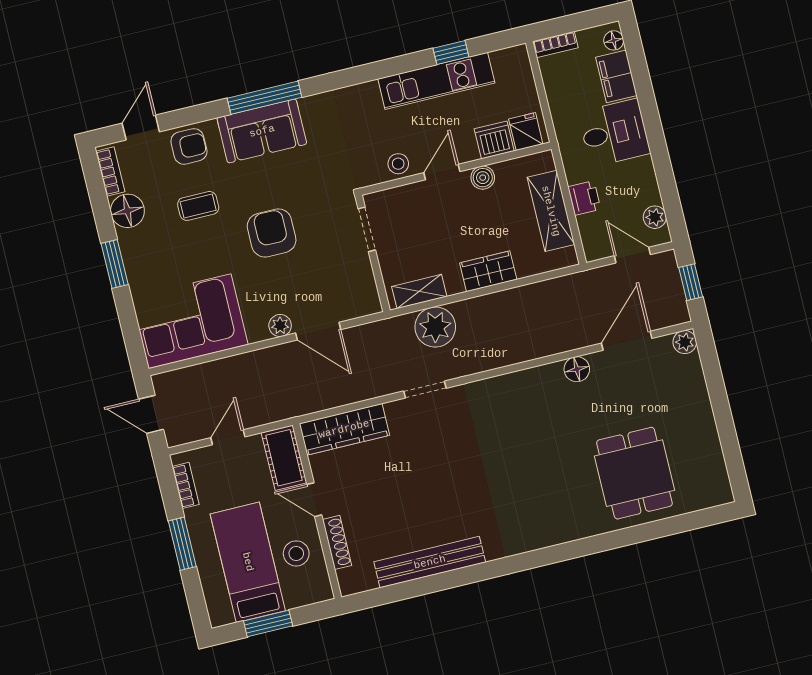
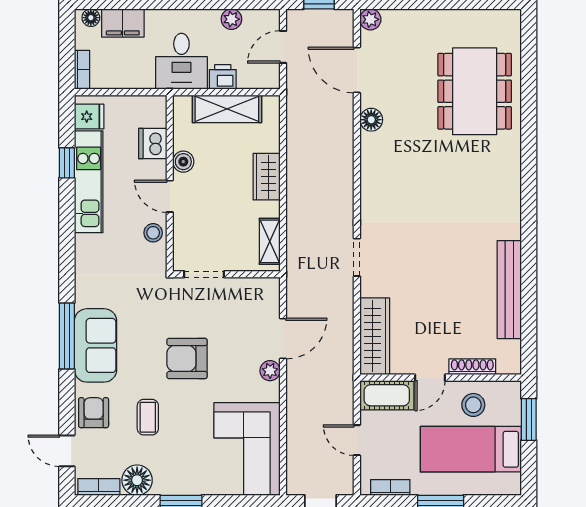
fridge: (526, 132) -> (89, 117), moved, turned 180
desk: (614, 133) -> (181, 61), moved, turned 180
plant: (655, 217) -> (231, 19), moved
plant: (435, 327) -> (304, 235), removed
dining table: (634, 473) -> (475, 91), width x1.38
window: (268, 623) -> (529, 419), moved

